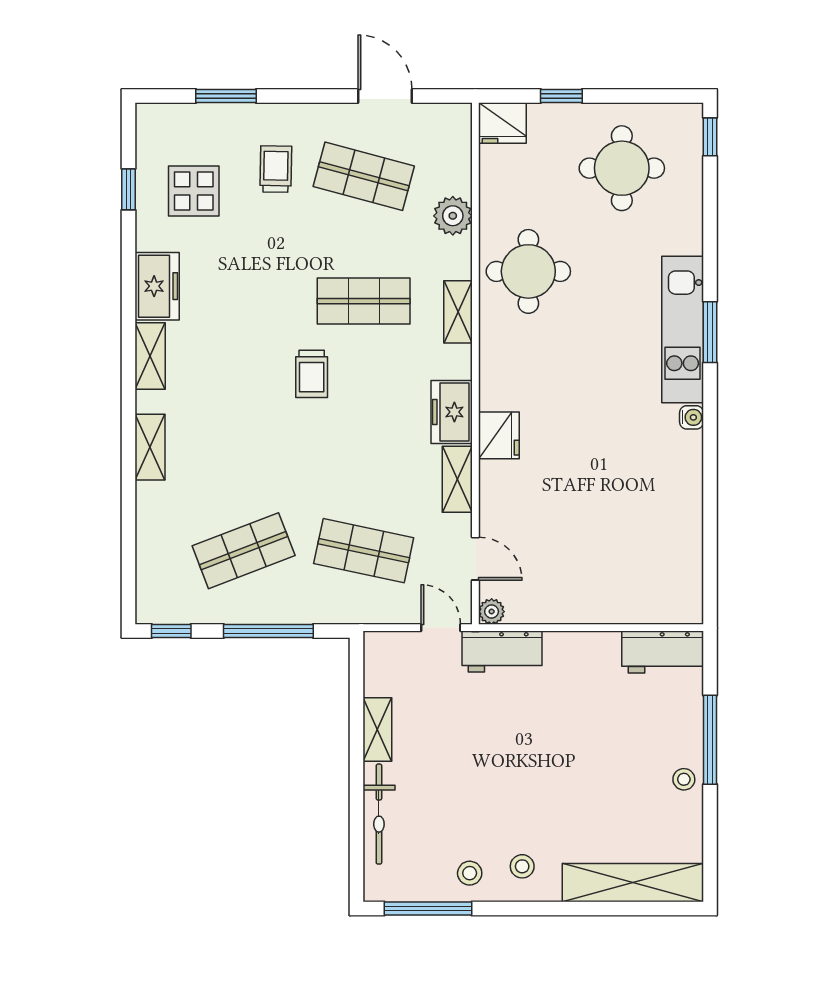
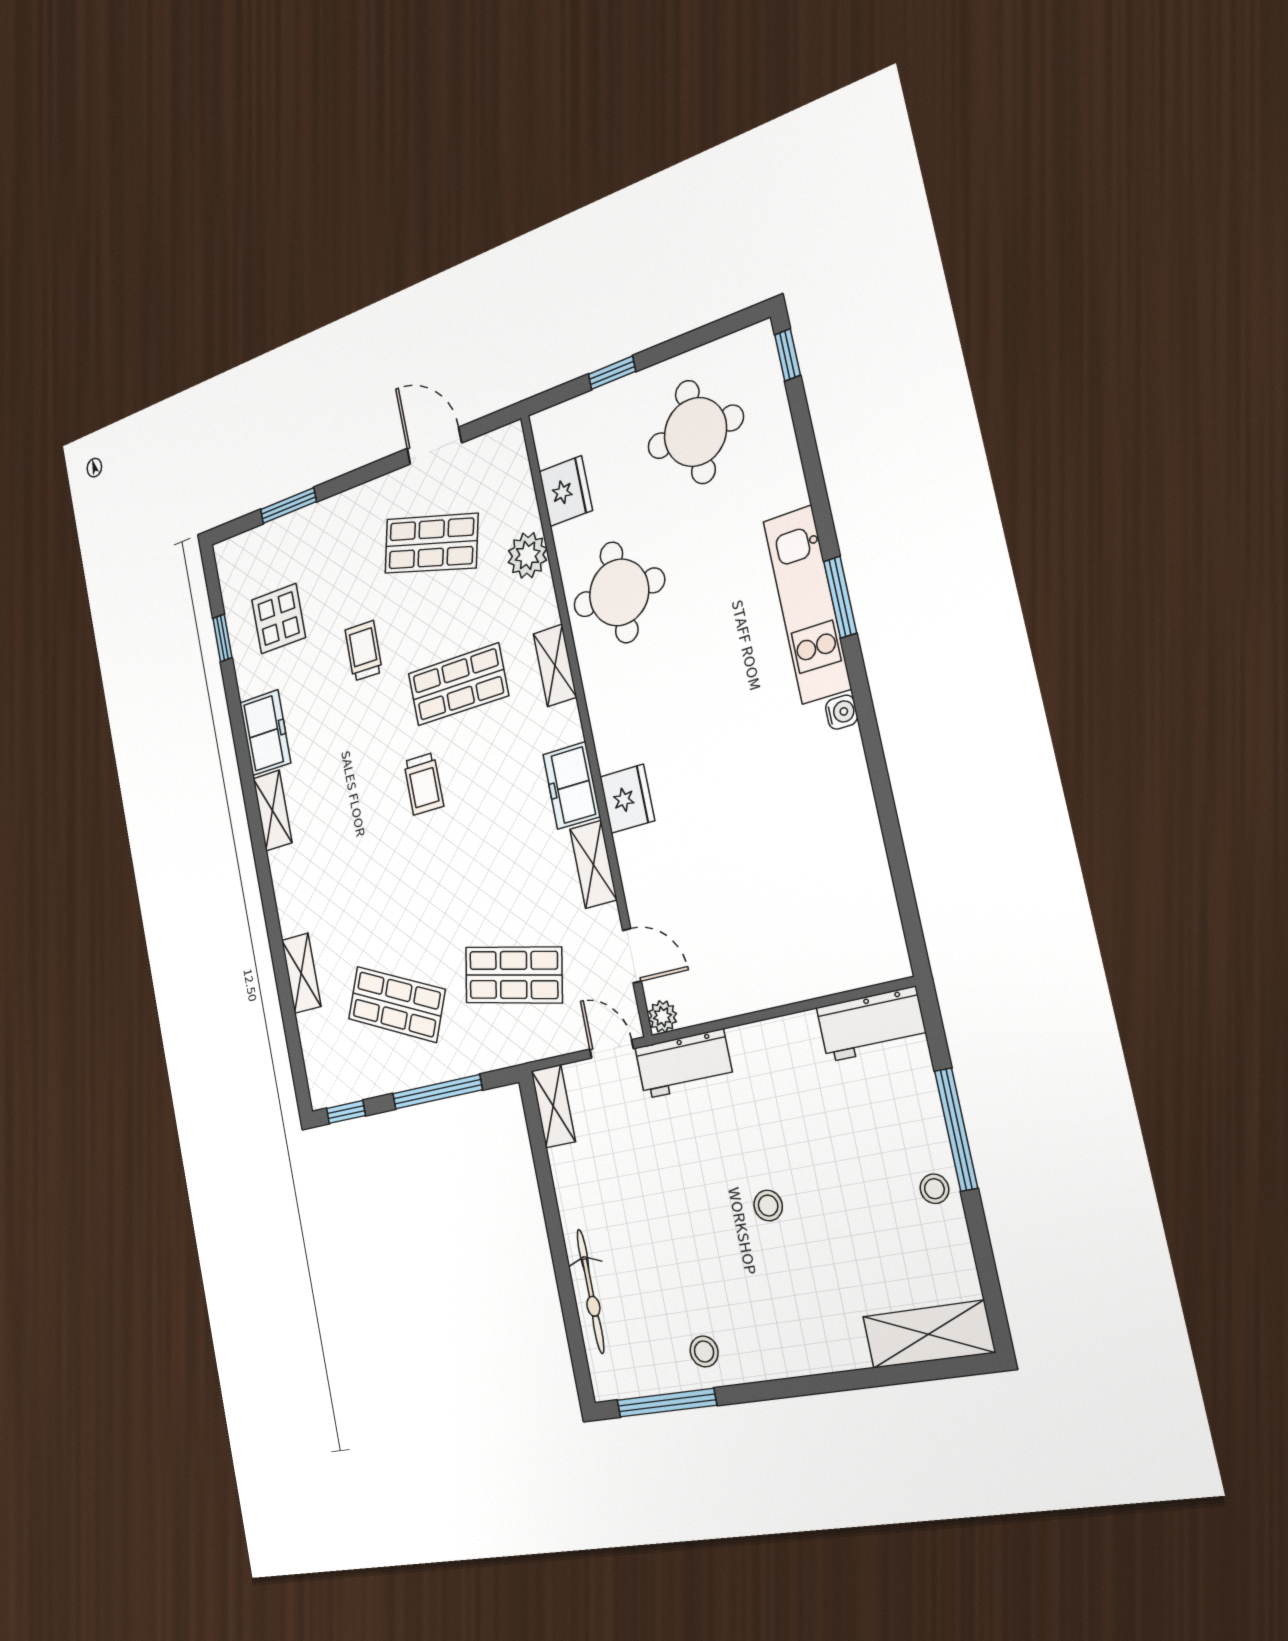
fridge: (502, 123) -> (566, 491), moved, turned -90
trolley: (276, 169) -> (364, 651), moved
shelving: (150, 447) -> (301, 973), moved
shop shelf: (244, 551) -> (396, 1004), turned 45
shelving: (377, 729) -> (553, 1106), moved
stool: (522, 866) -> (768, 1206), moved
shelving: (633, 883) -> (928, 1334), width x0.68

